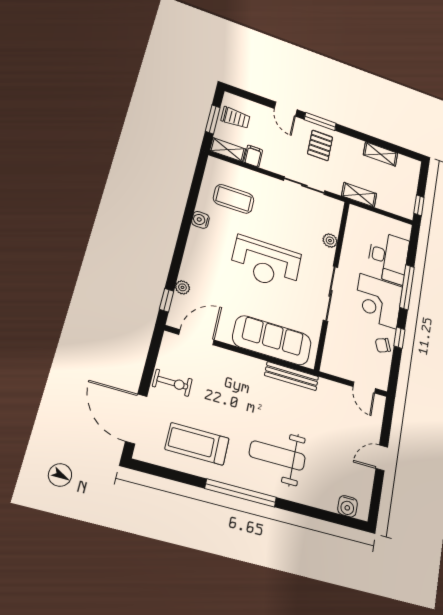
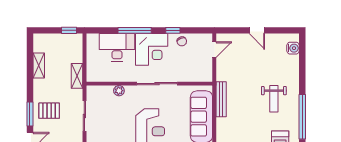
weight bench: (277, 456) -> (274, 99), width x0.73, depth x0.75

